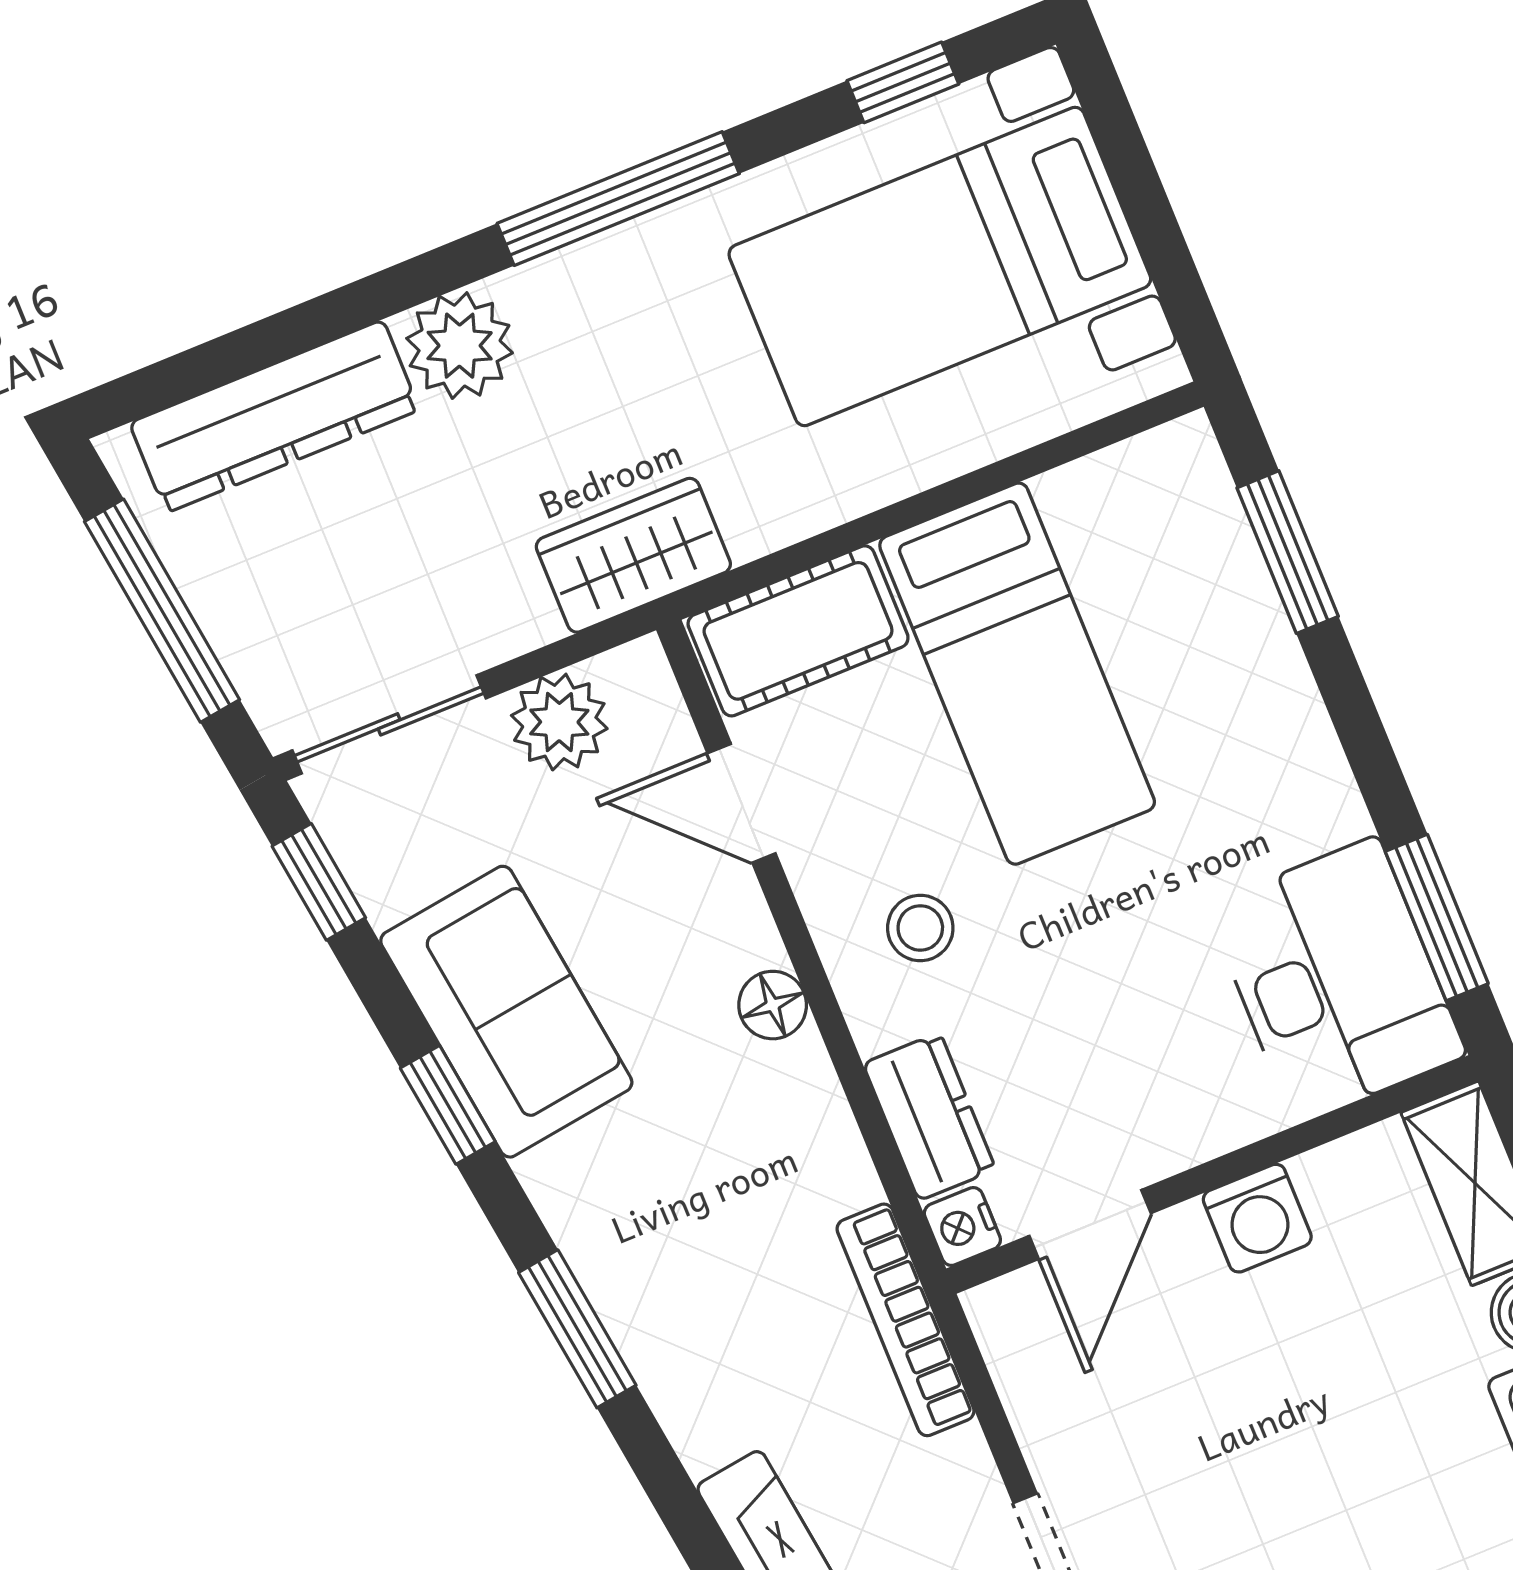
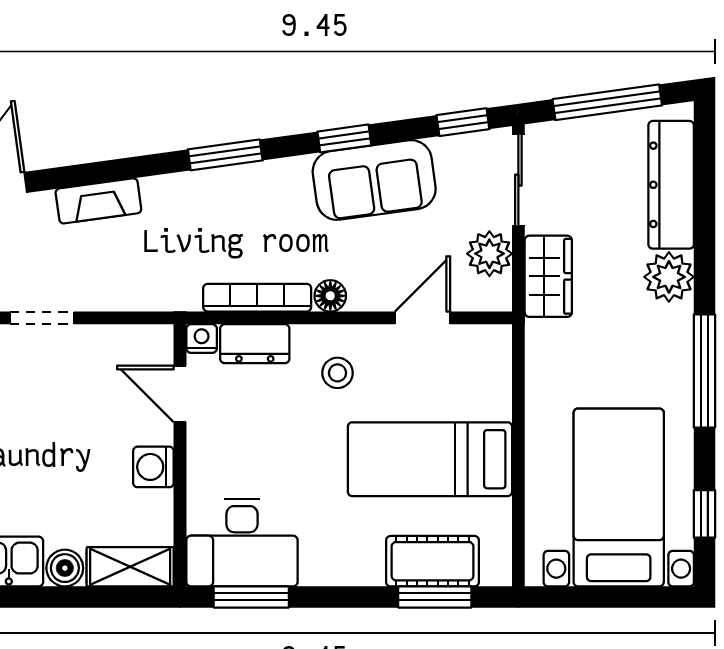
wardrobe: (633, 555) -> (548, 276), moved
cot: (798, 631) -> (433, 561), moved, turned 90
bookcase: (906, 1320) -> (257, 298), moved

